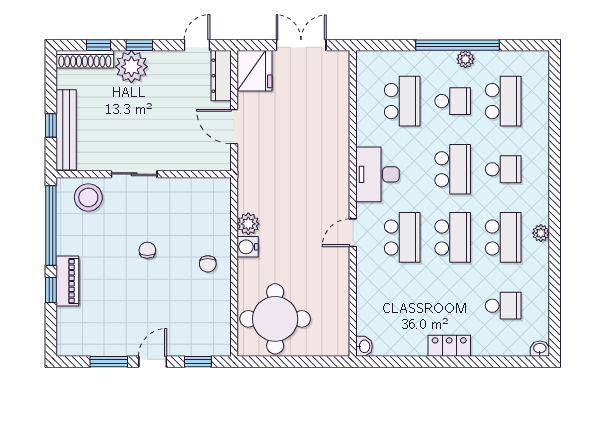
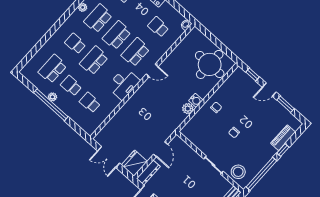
school desk: (402, 101) -> (90, 103), width x0.54
piano: (67, 281) -> (283, 138), moved
school desk: (402, 306) -> (158, 27), added

